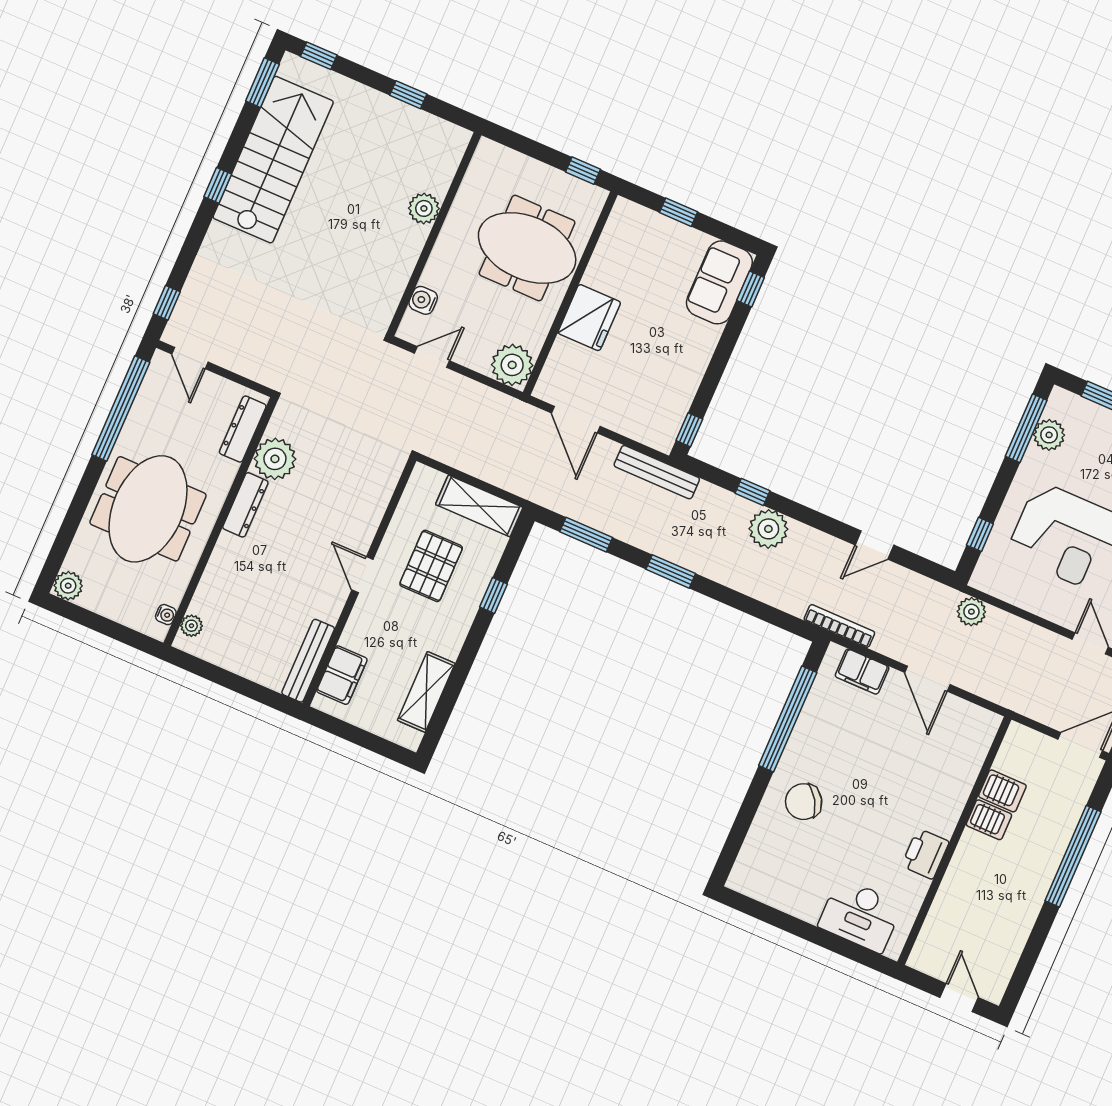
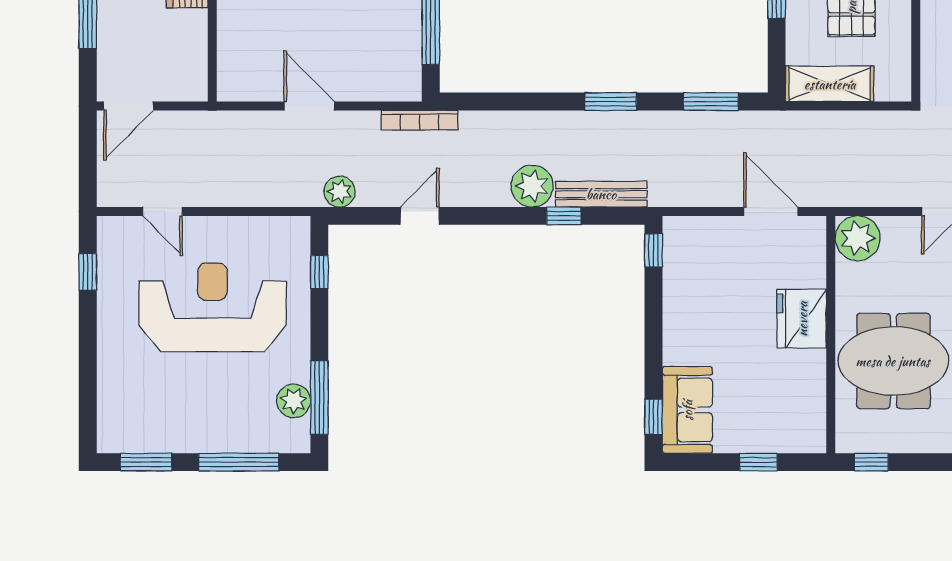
bench: (657, 472) -> (601, 194), moved
plant: (971, 612) -> (340, 192), moved
filing cabinet: (862, 672) -> (377, 85), removed
server rack: (1002, 791) -> (186, 27), removed

